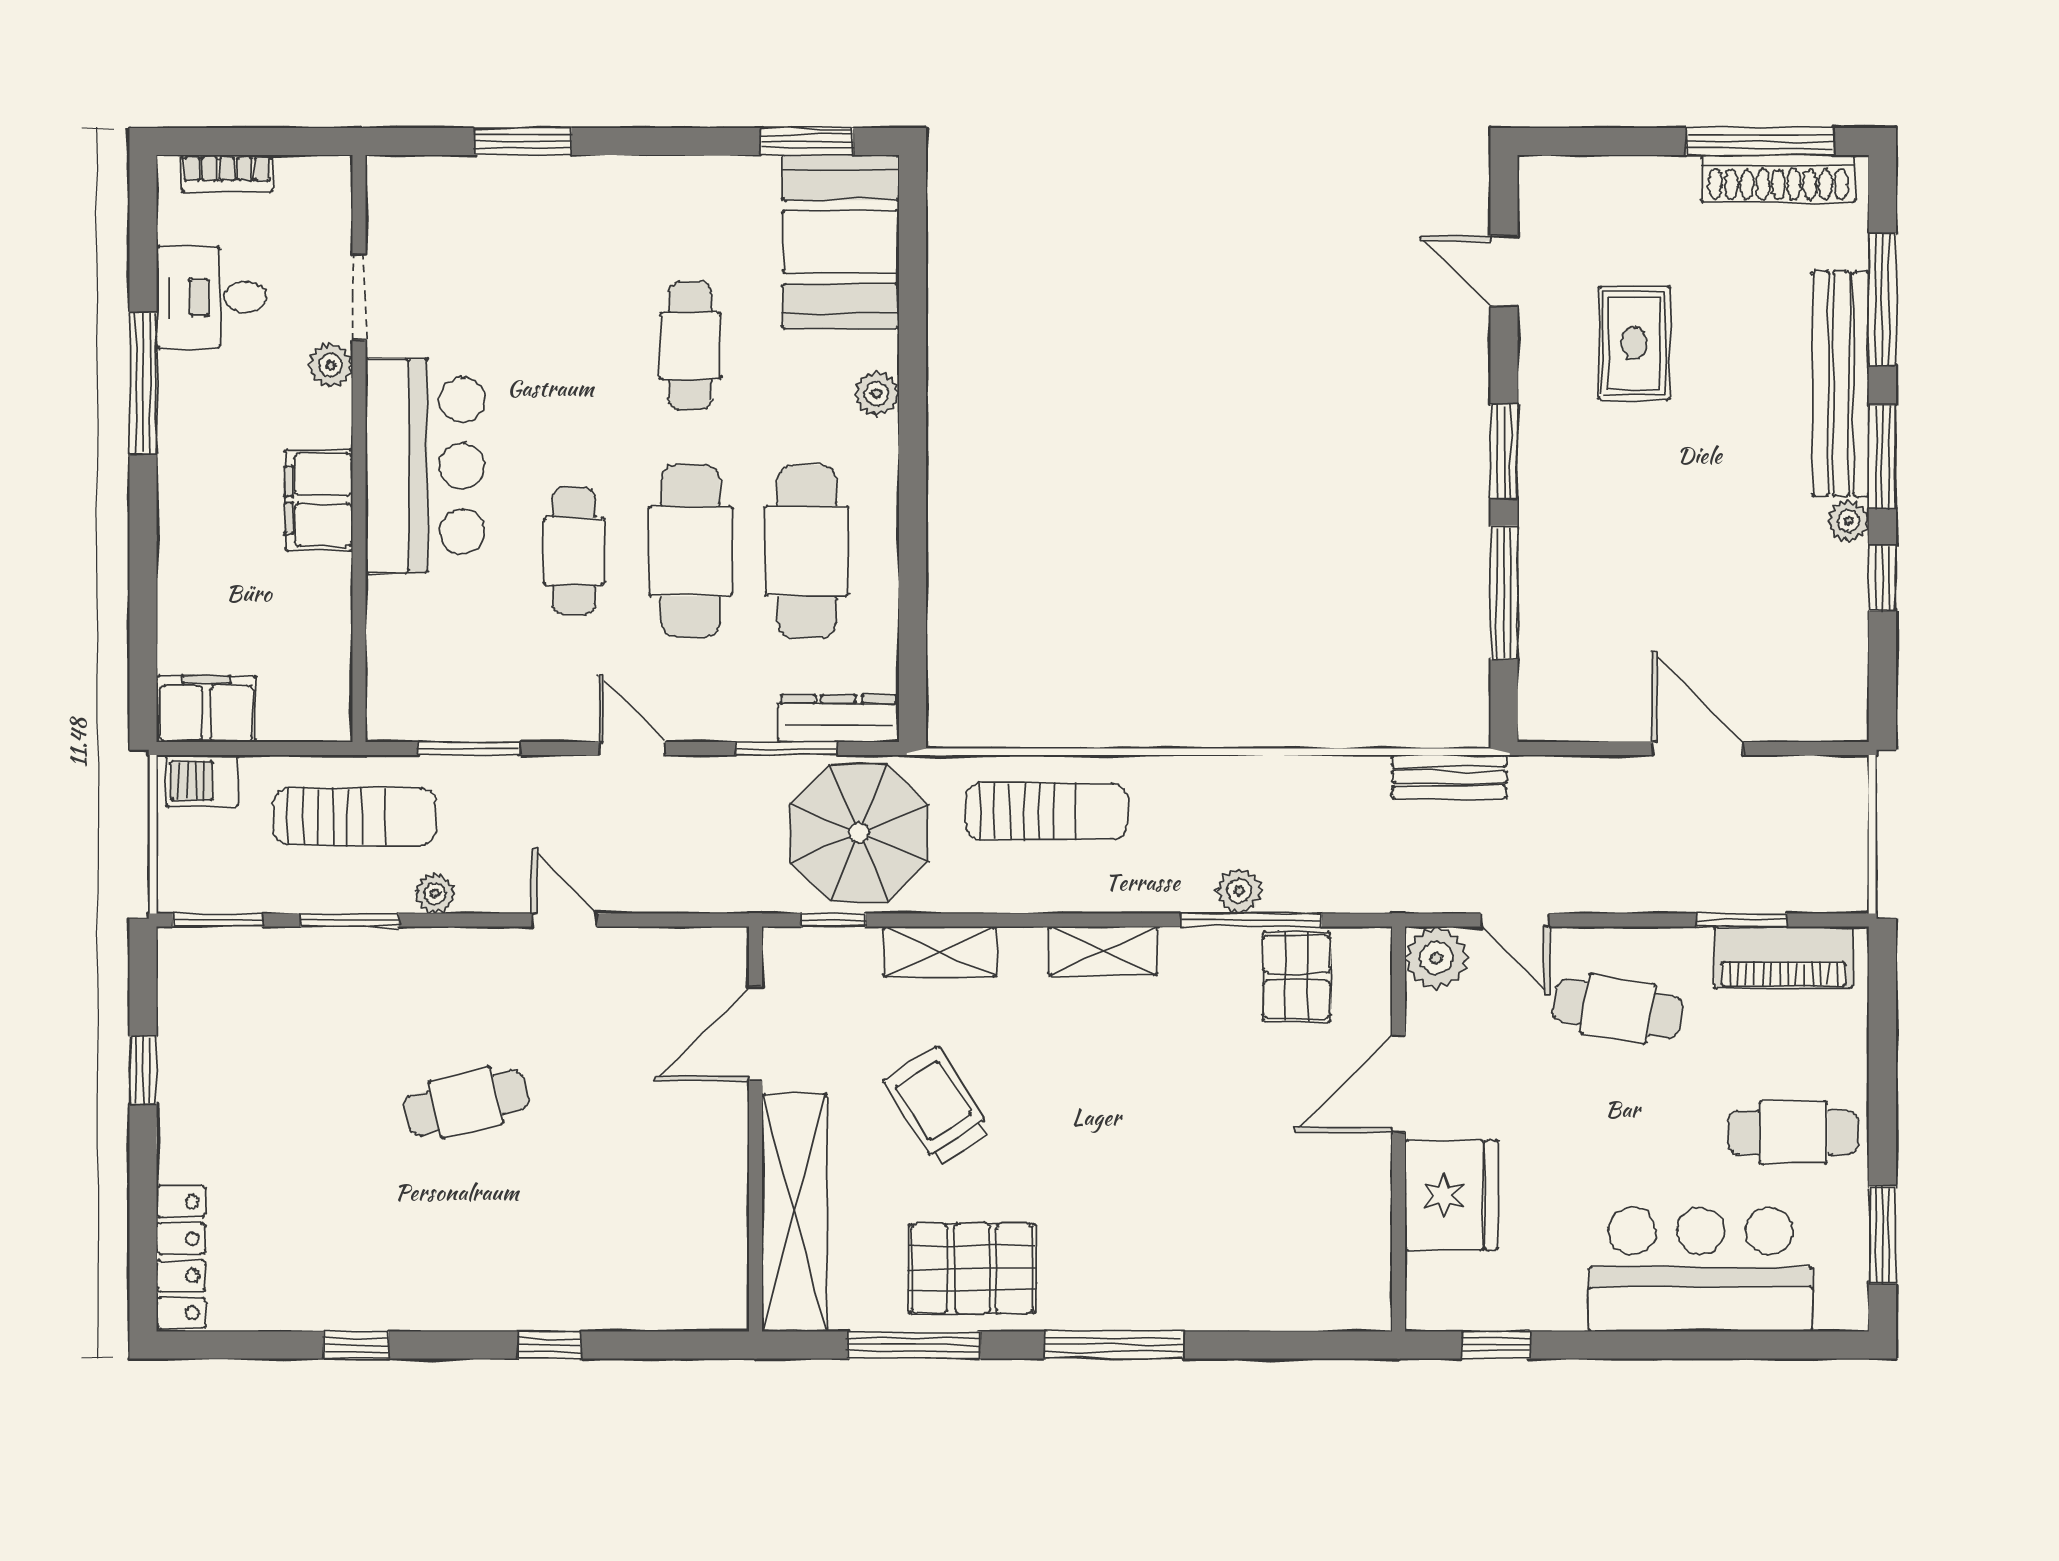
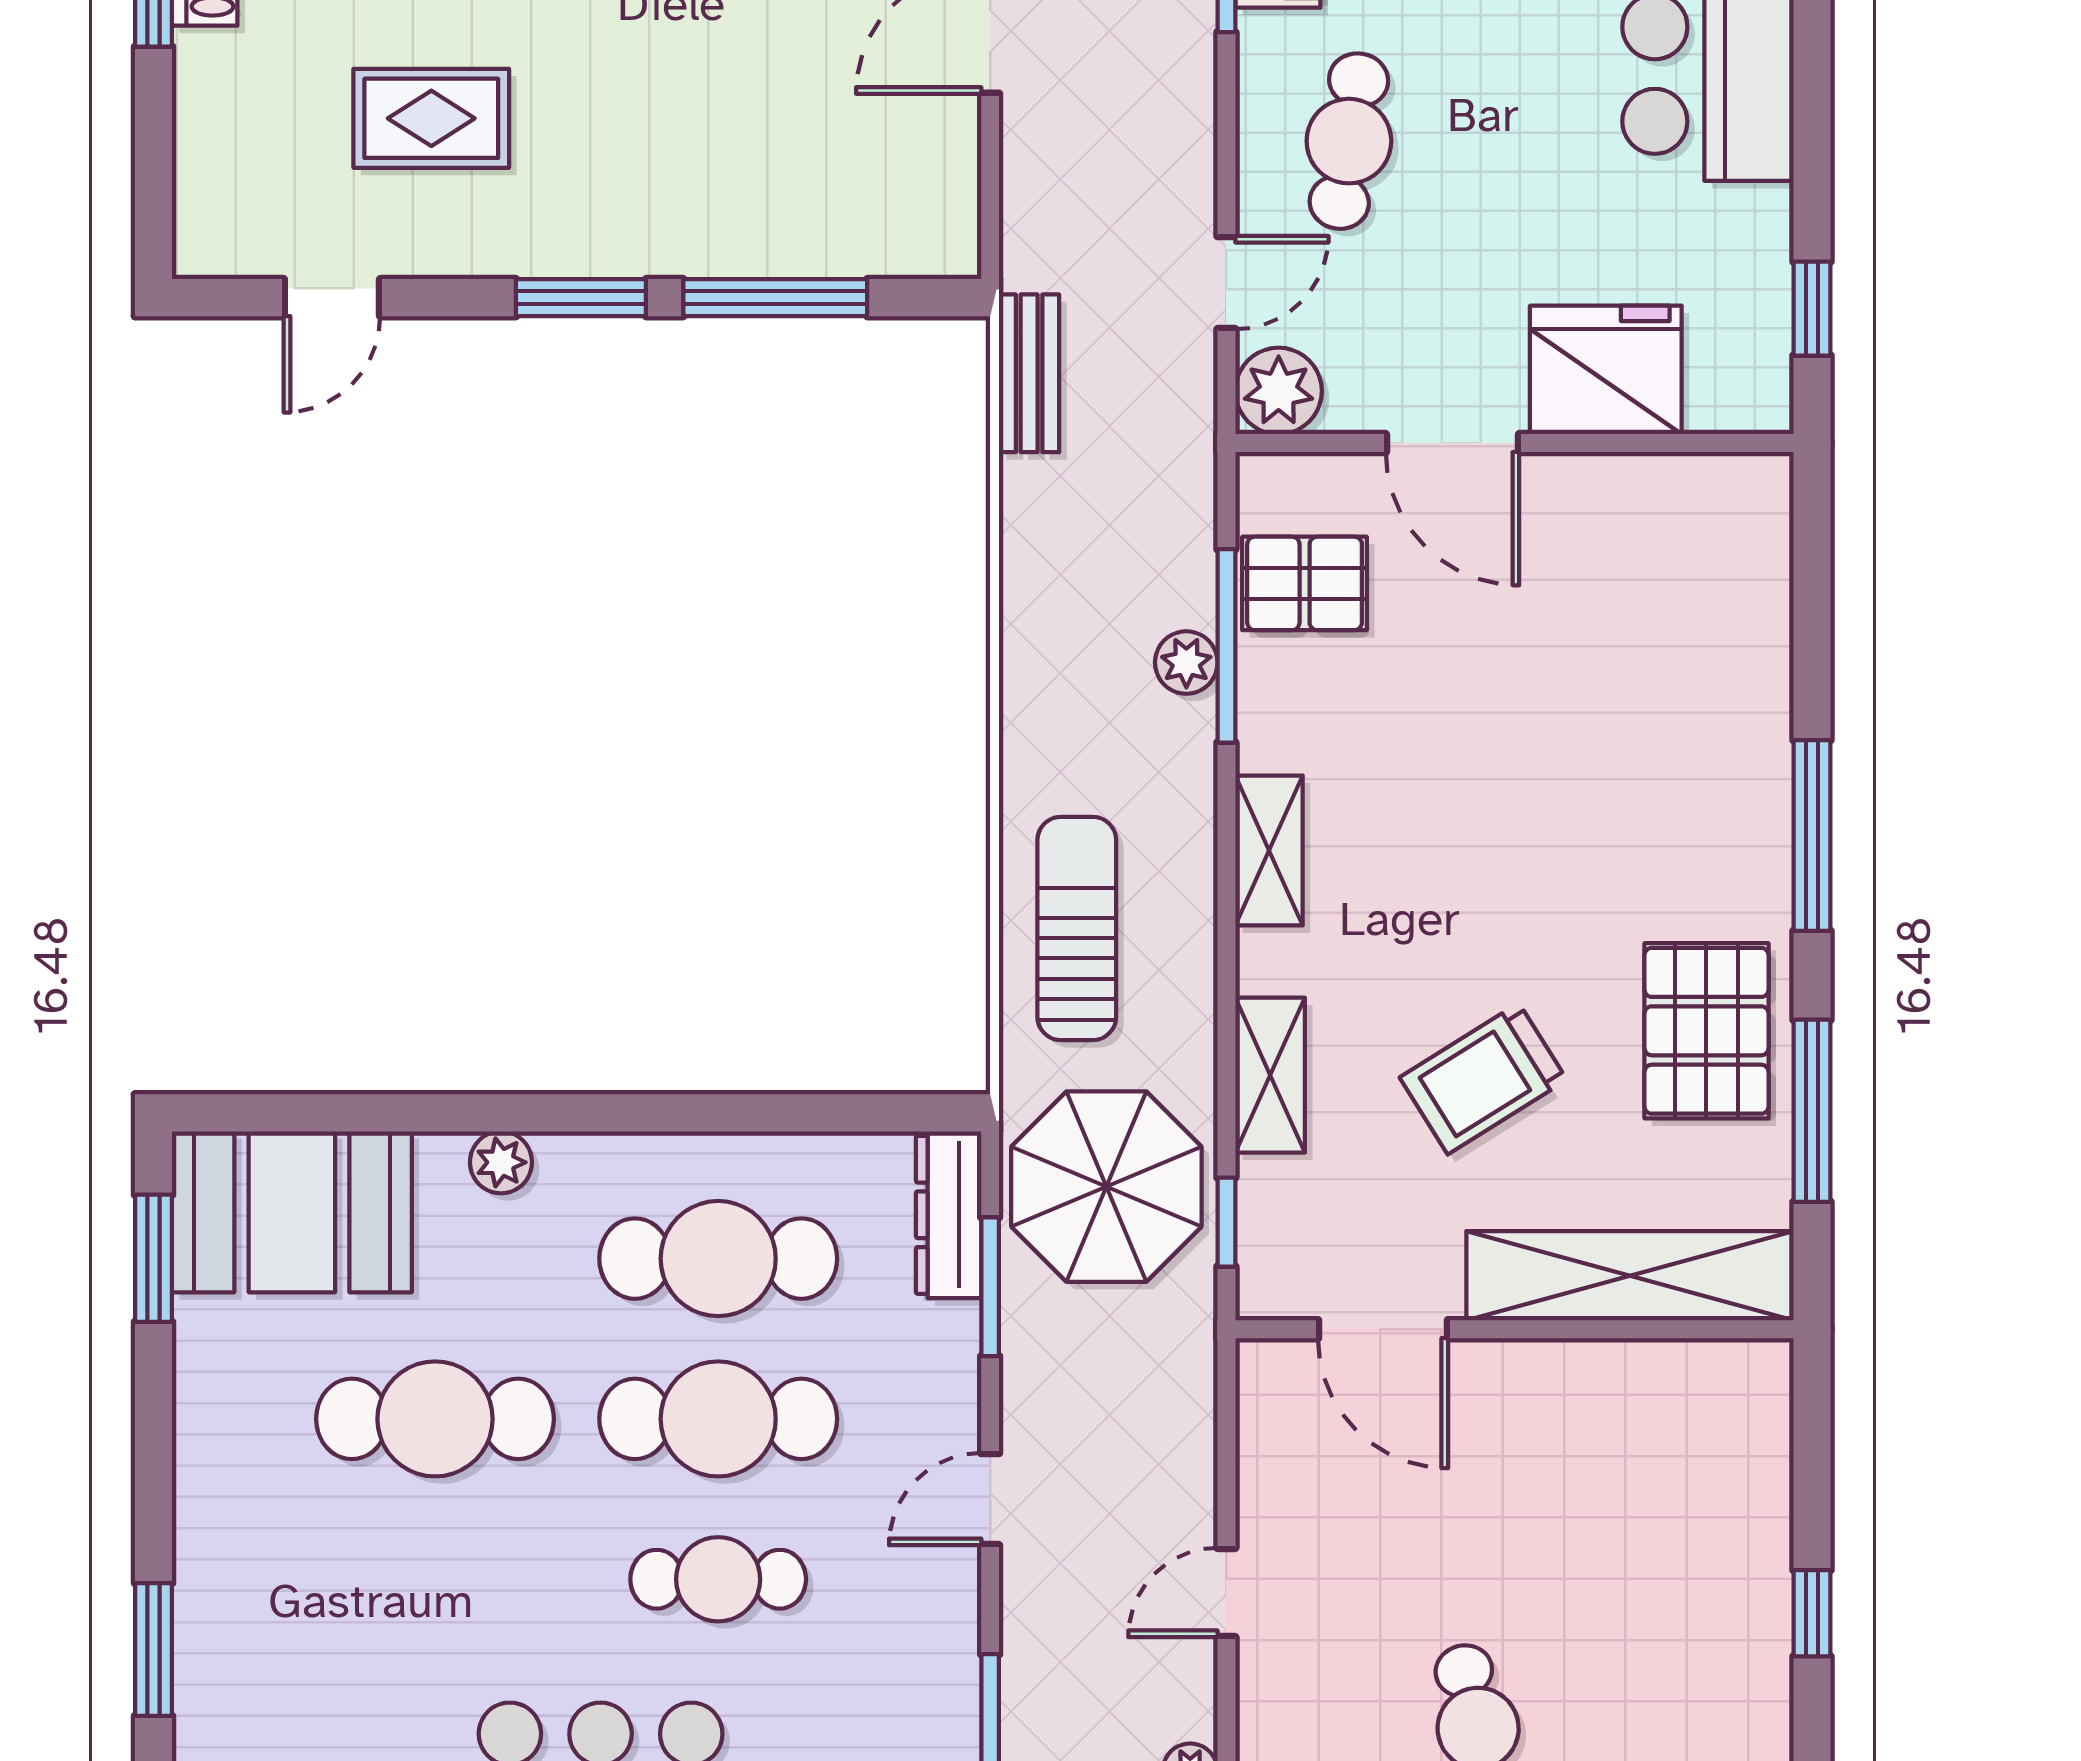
cafe table: (690, 346) -> (435, 1419), width x1.37, depth x1.35

